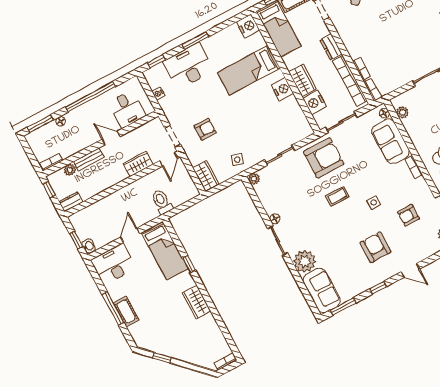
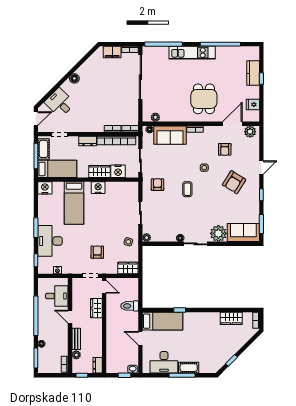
door: (111, 138) -> (70, 317), hinge flipped
armchair: (324, 158) -> (157, 185), width x0.53, depth x0.53
armchair: (375, 247) -> (234, 182), turned -58
desk: (113, 264) -> (164, 362), moved, turned -90
wardrobe: (196, 302) -> (231, 318), moved

